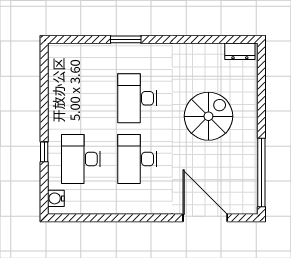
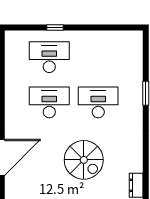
water cooler: (56, 198) -> (17, 37), removed

